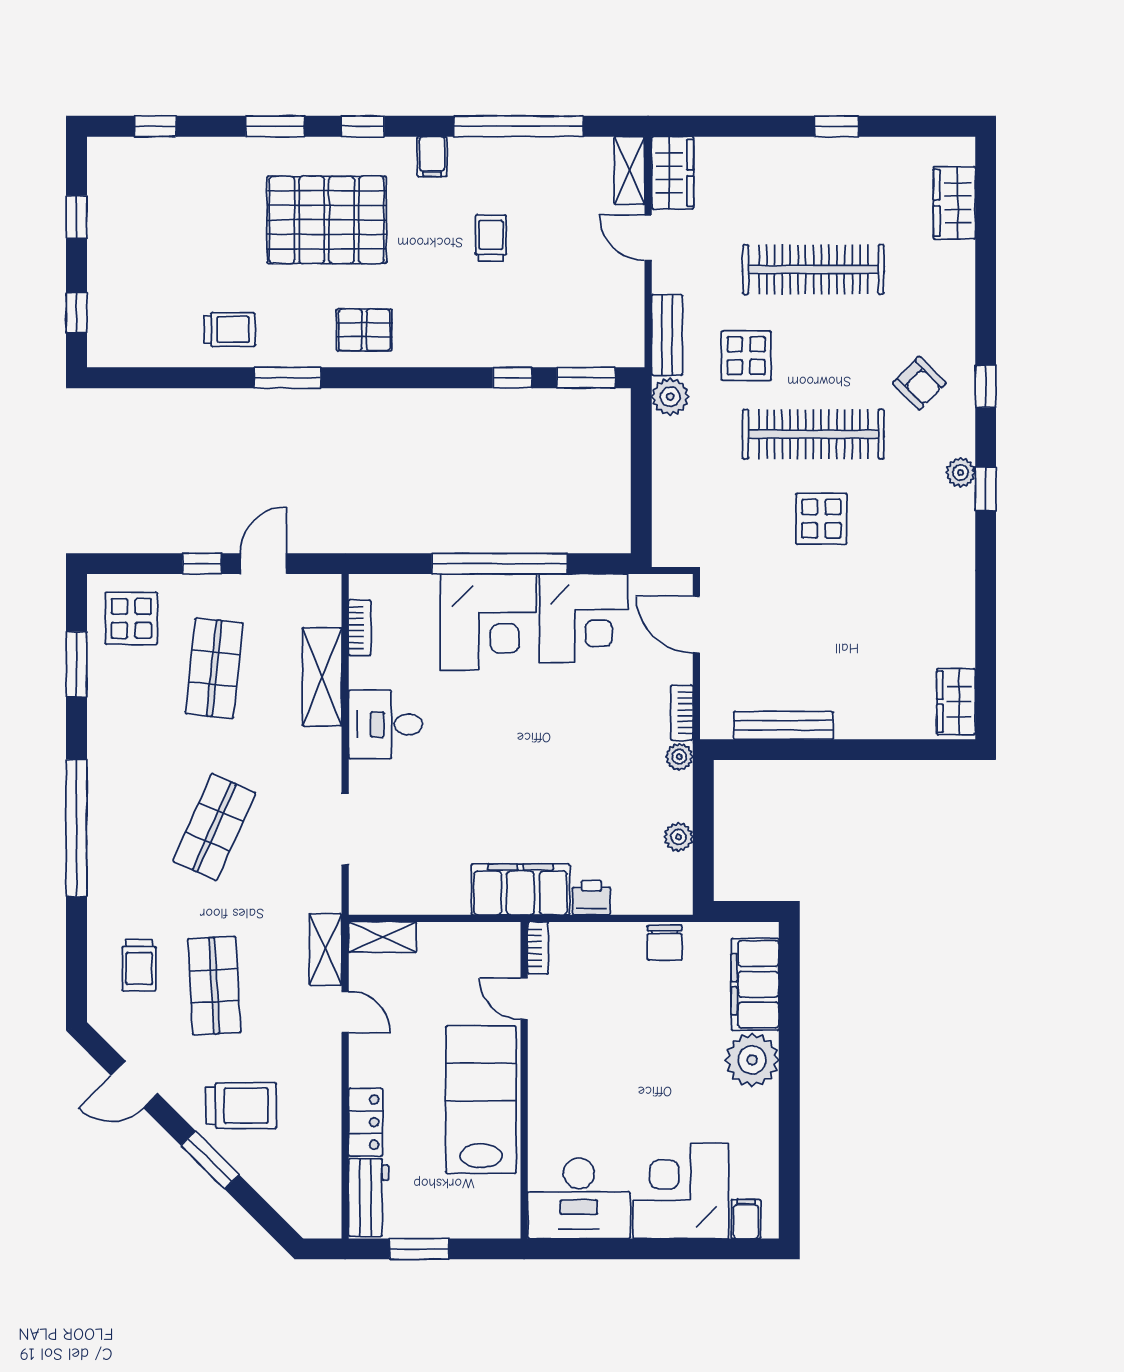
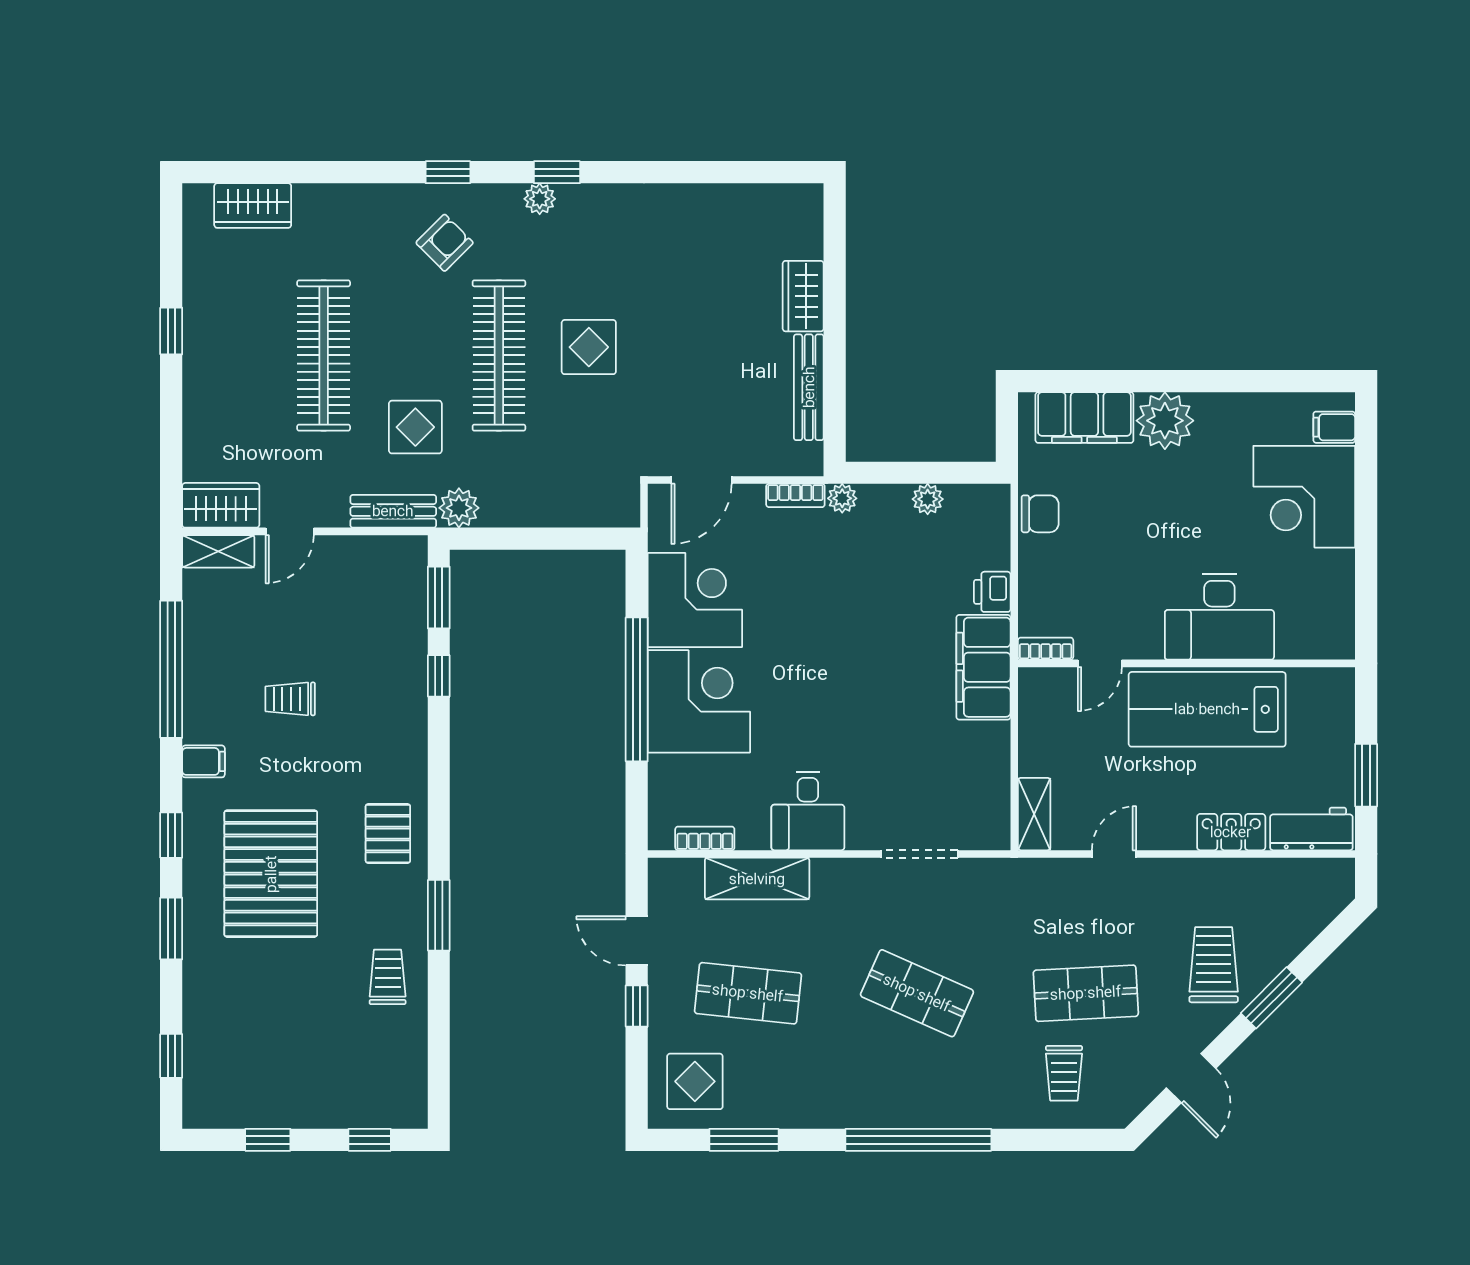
wardrobe: (956, 702) -> (803, 296), moved, turned 90
shelving: (326, 949) -> (1047, 875), removed
trolley: (139, 965) -> (1064, 1073), turned 90
desk: (579, 1198) -> (1219, 617), moved, turned 90

